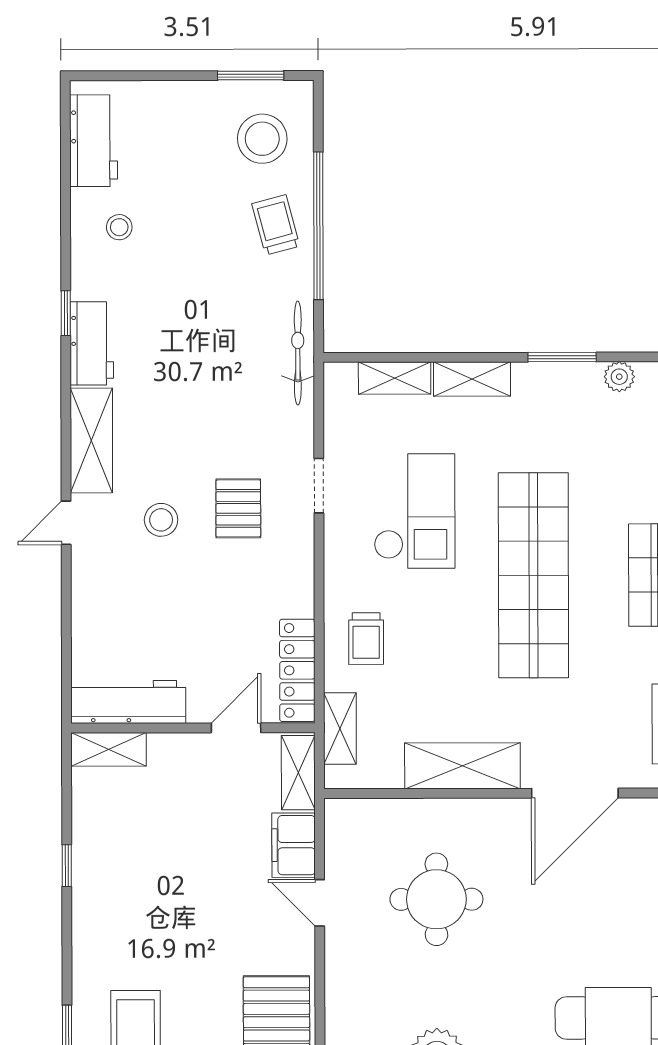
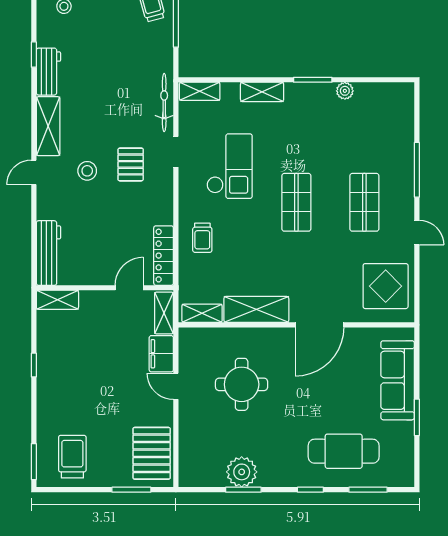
bicycle: (298, 353) -> (164, 103), moved
shelving: (395, 378) -> (200, 91), moved
shop shelf: (533, 575) -> (296, 202), width x0.50, depth x0.74
workbench: (128, 702) -> (48, 253), moved, turned 90
shelving: (340, 729) -> (202, 313), moved, turned 90

